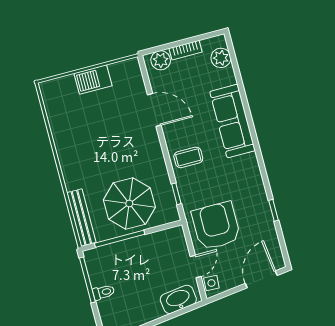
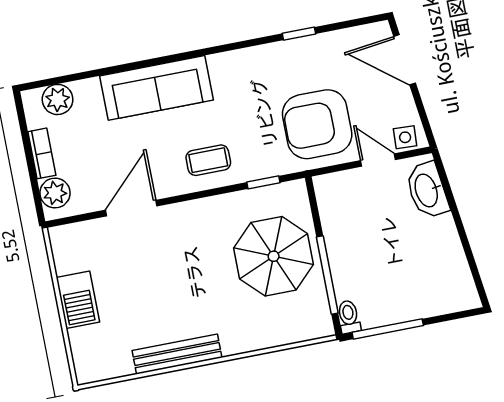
coffee table: (188, 157) -> (208, 160), turned 90
bench: (81, 218) -> (177, 354), moved
toilet: (104, 292) -> (349, 317), moved

